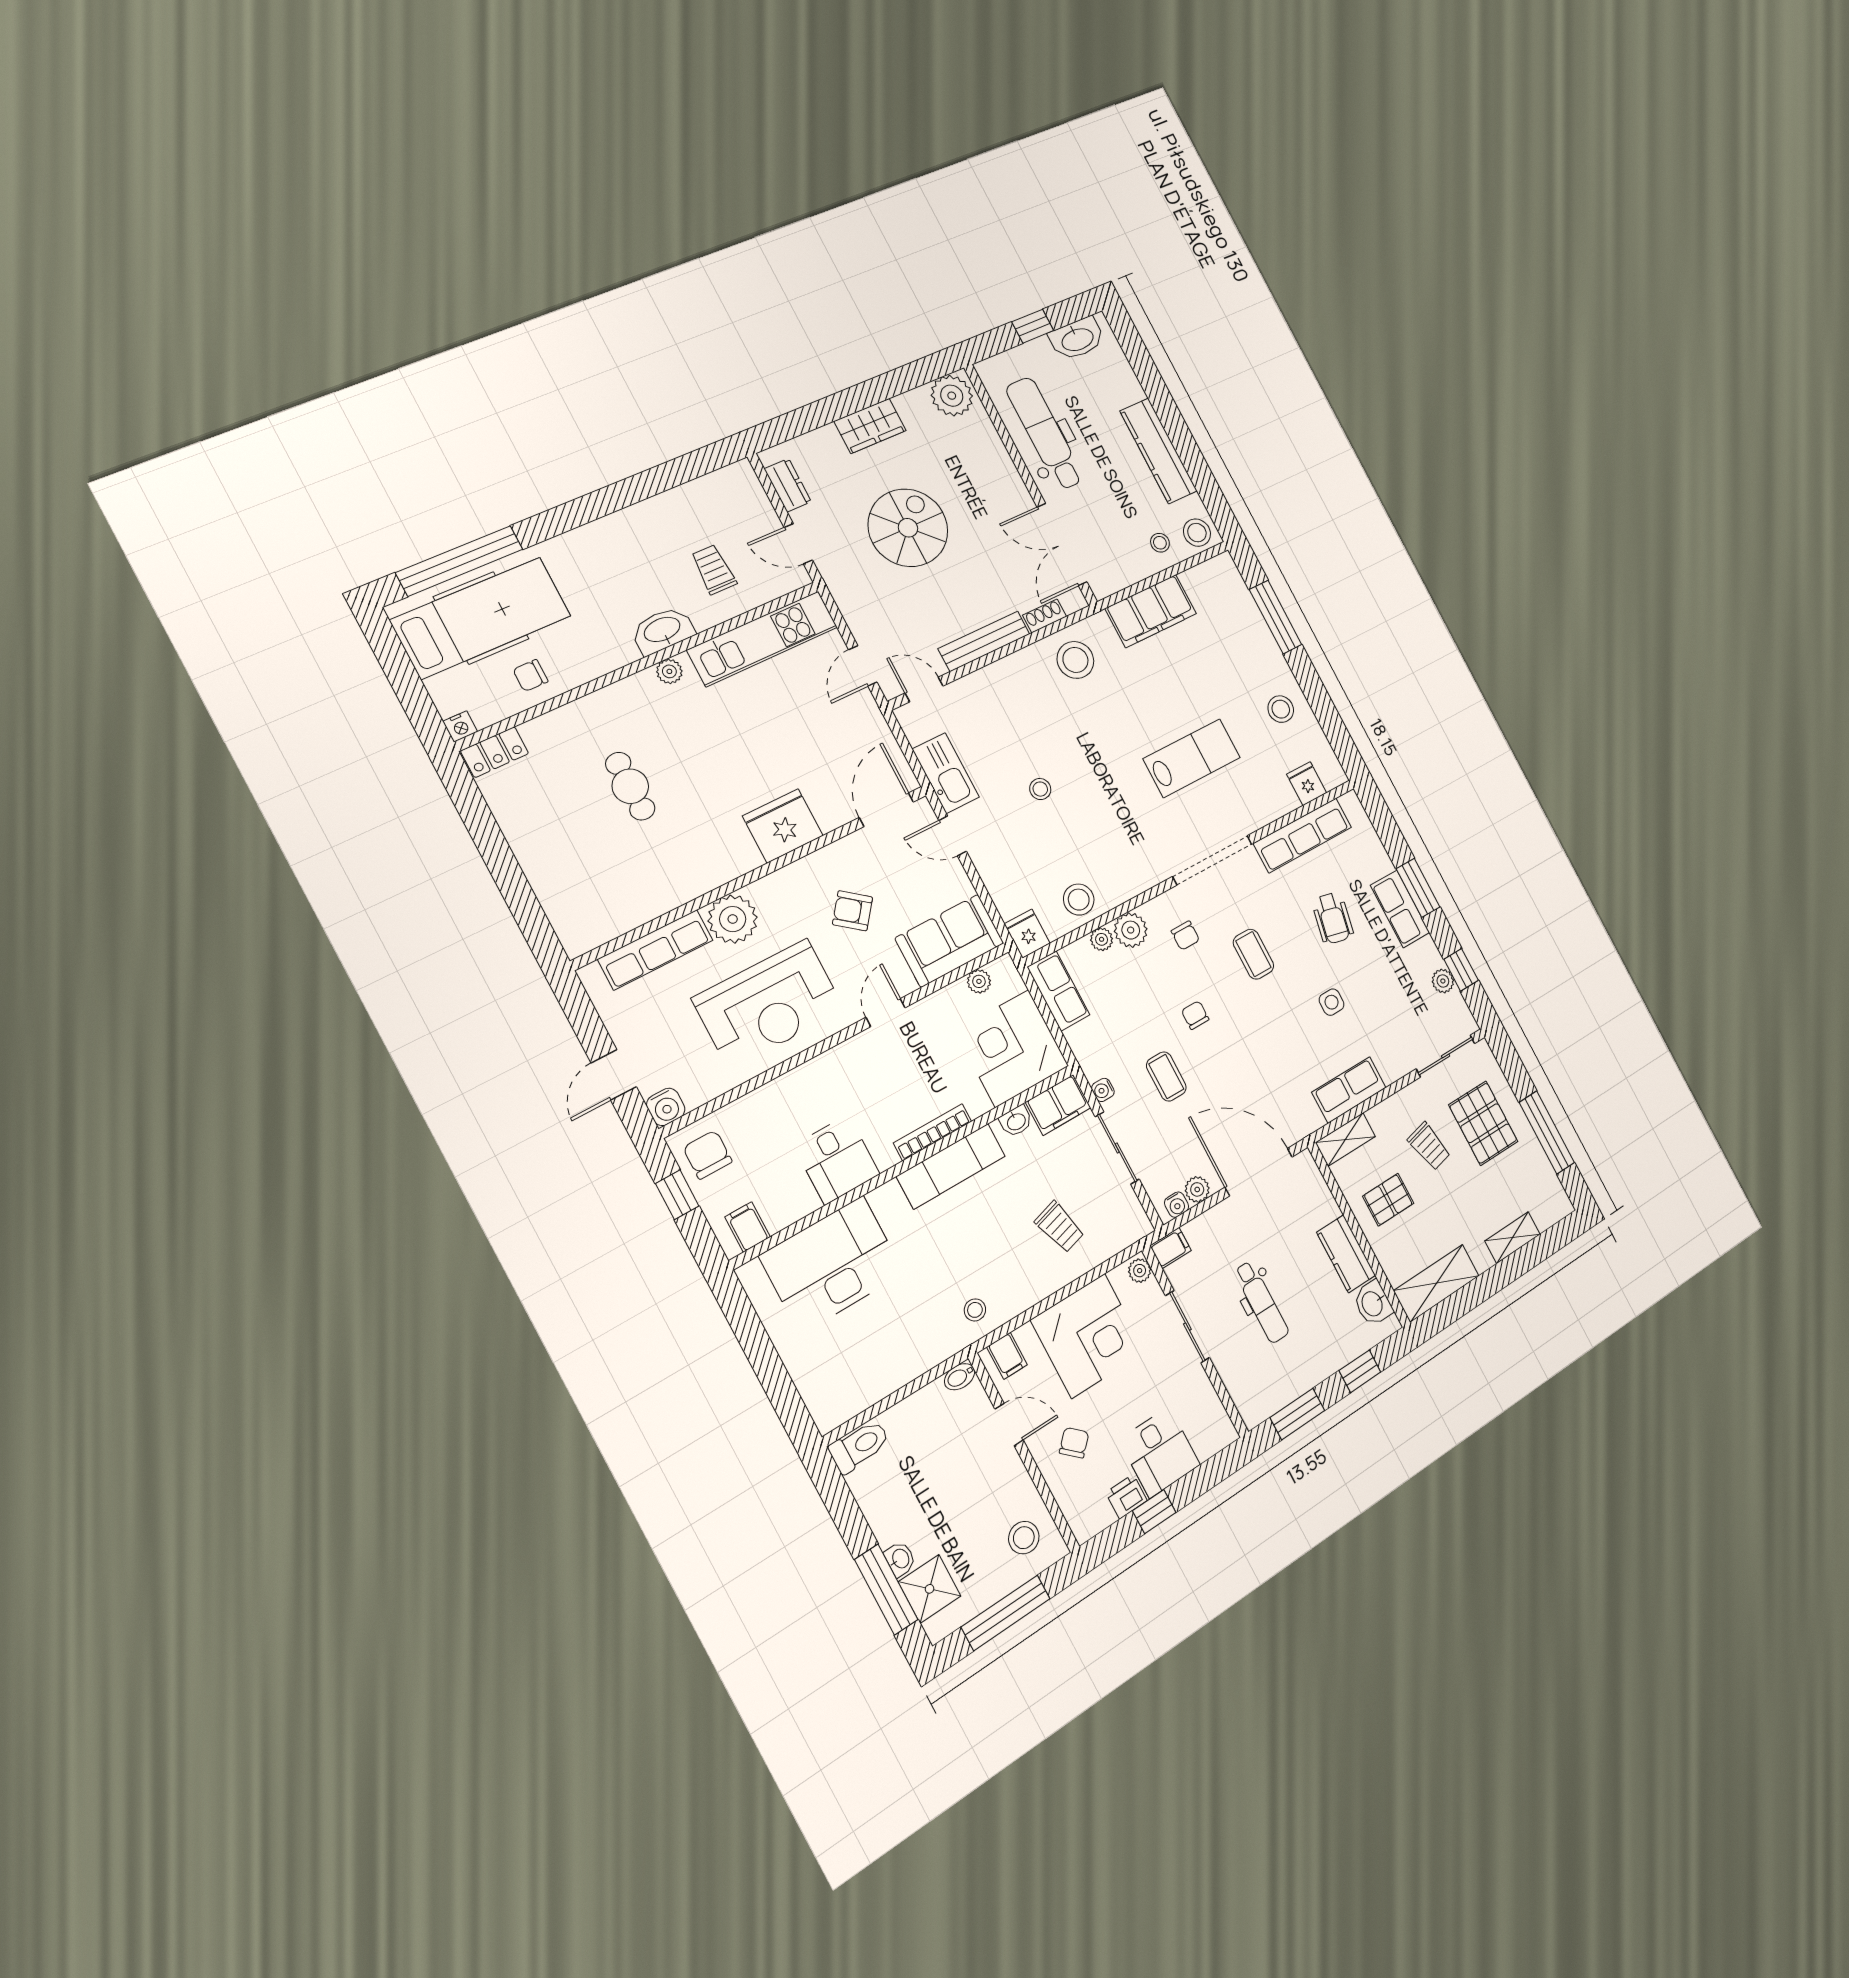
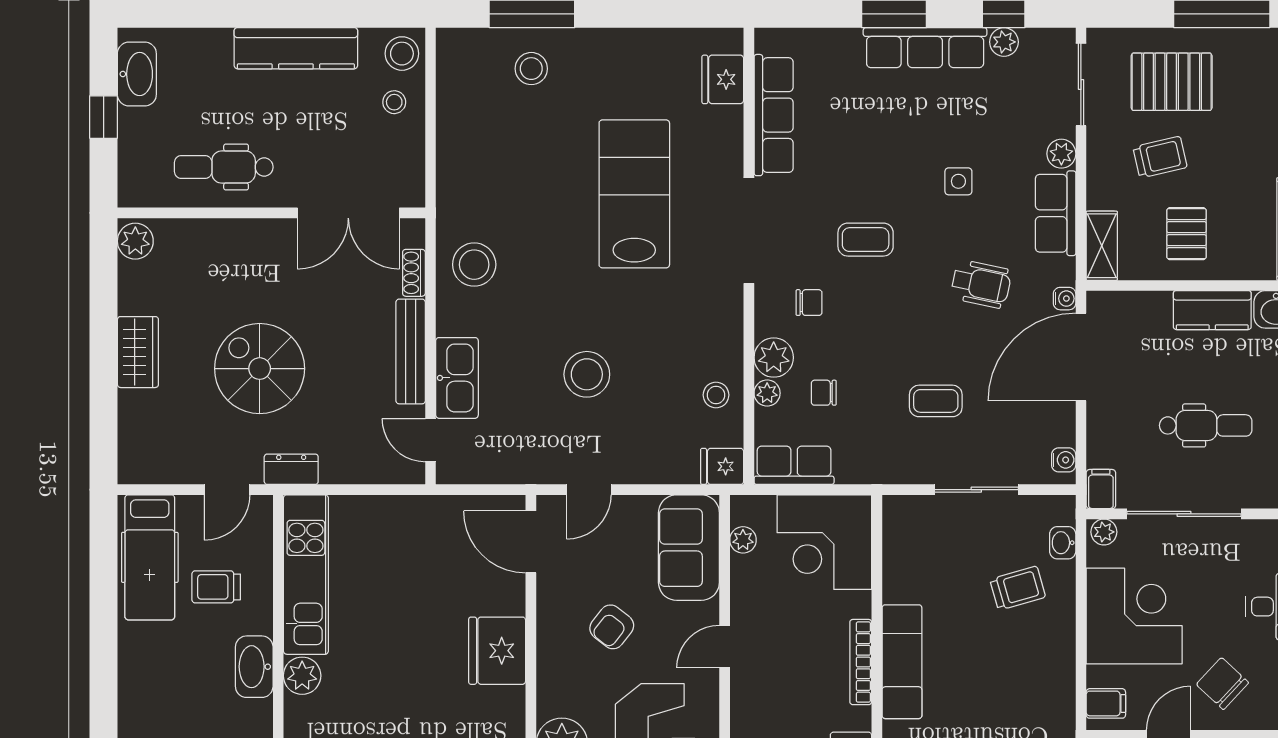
plant: (952, 396) -> (135, 241), width x0.73, depth x0.73
dental chair: (1045, 434) -> (224, 167), width x0.73, depth x0.72
dresser: (788, 485) -> (291, 469), moved
hospital bed: (710, 505) -> (150, 557), added
filing cabinet: (1151, 611) -> (461, 153), removed
door: (863, 666) -> (378, 490), removed
plant: (669, 671) -> (302, 676), width x1.38, depth x1.38
door: (924, 689) -> (430, 440), hinge flipped
stool: (1281, 709) -> (531, 69), moved
lab bench: (1192, 758) -> (634, 194), width x1.36, depth x1.39
kitchen sink: (946, 773) -> (457, 378), moved, turned 90
fridge: (1307, 784) -> (723, 79), width x1.38
stool: (1040, 789) -> (587, 374), width x1.89, depth x1.89
stool: (1079, 900) -> (716, 395), width x0.73, depth x0.73
row of seats: (1400, 909) -> (925, 48), width x1.48
wheelchair: (1333, 918) -> (981, 284), moved
door: (886, 1013) -> (725, 647), hinge flipped
chair: (1195, 1015) -> (824, 393), moved
water cooler: (1103, 1090) -> (1065, 299), moved, turned -90
filing cabinet: (1058, 1105) -> (903, 526), removed
washbasin: (1016, 1121) -> (1063, 543), moved, turned 180
plant: (1197, 1189) -> (1061, 154), moved
stool: (975, 1310) -> (1046, 711), removed
sliding door: (1187, 1327) -> (1184, 514), width x1.37
chair: (1074, 1443) -> (1222, 683), width x1.37, depth x1.37

